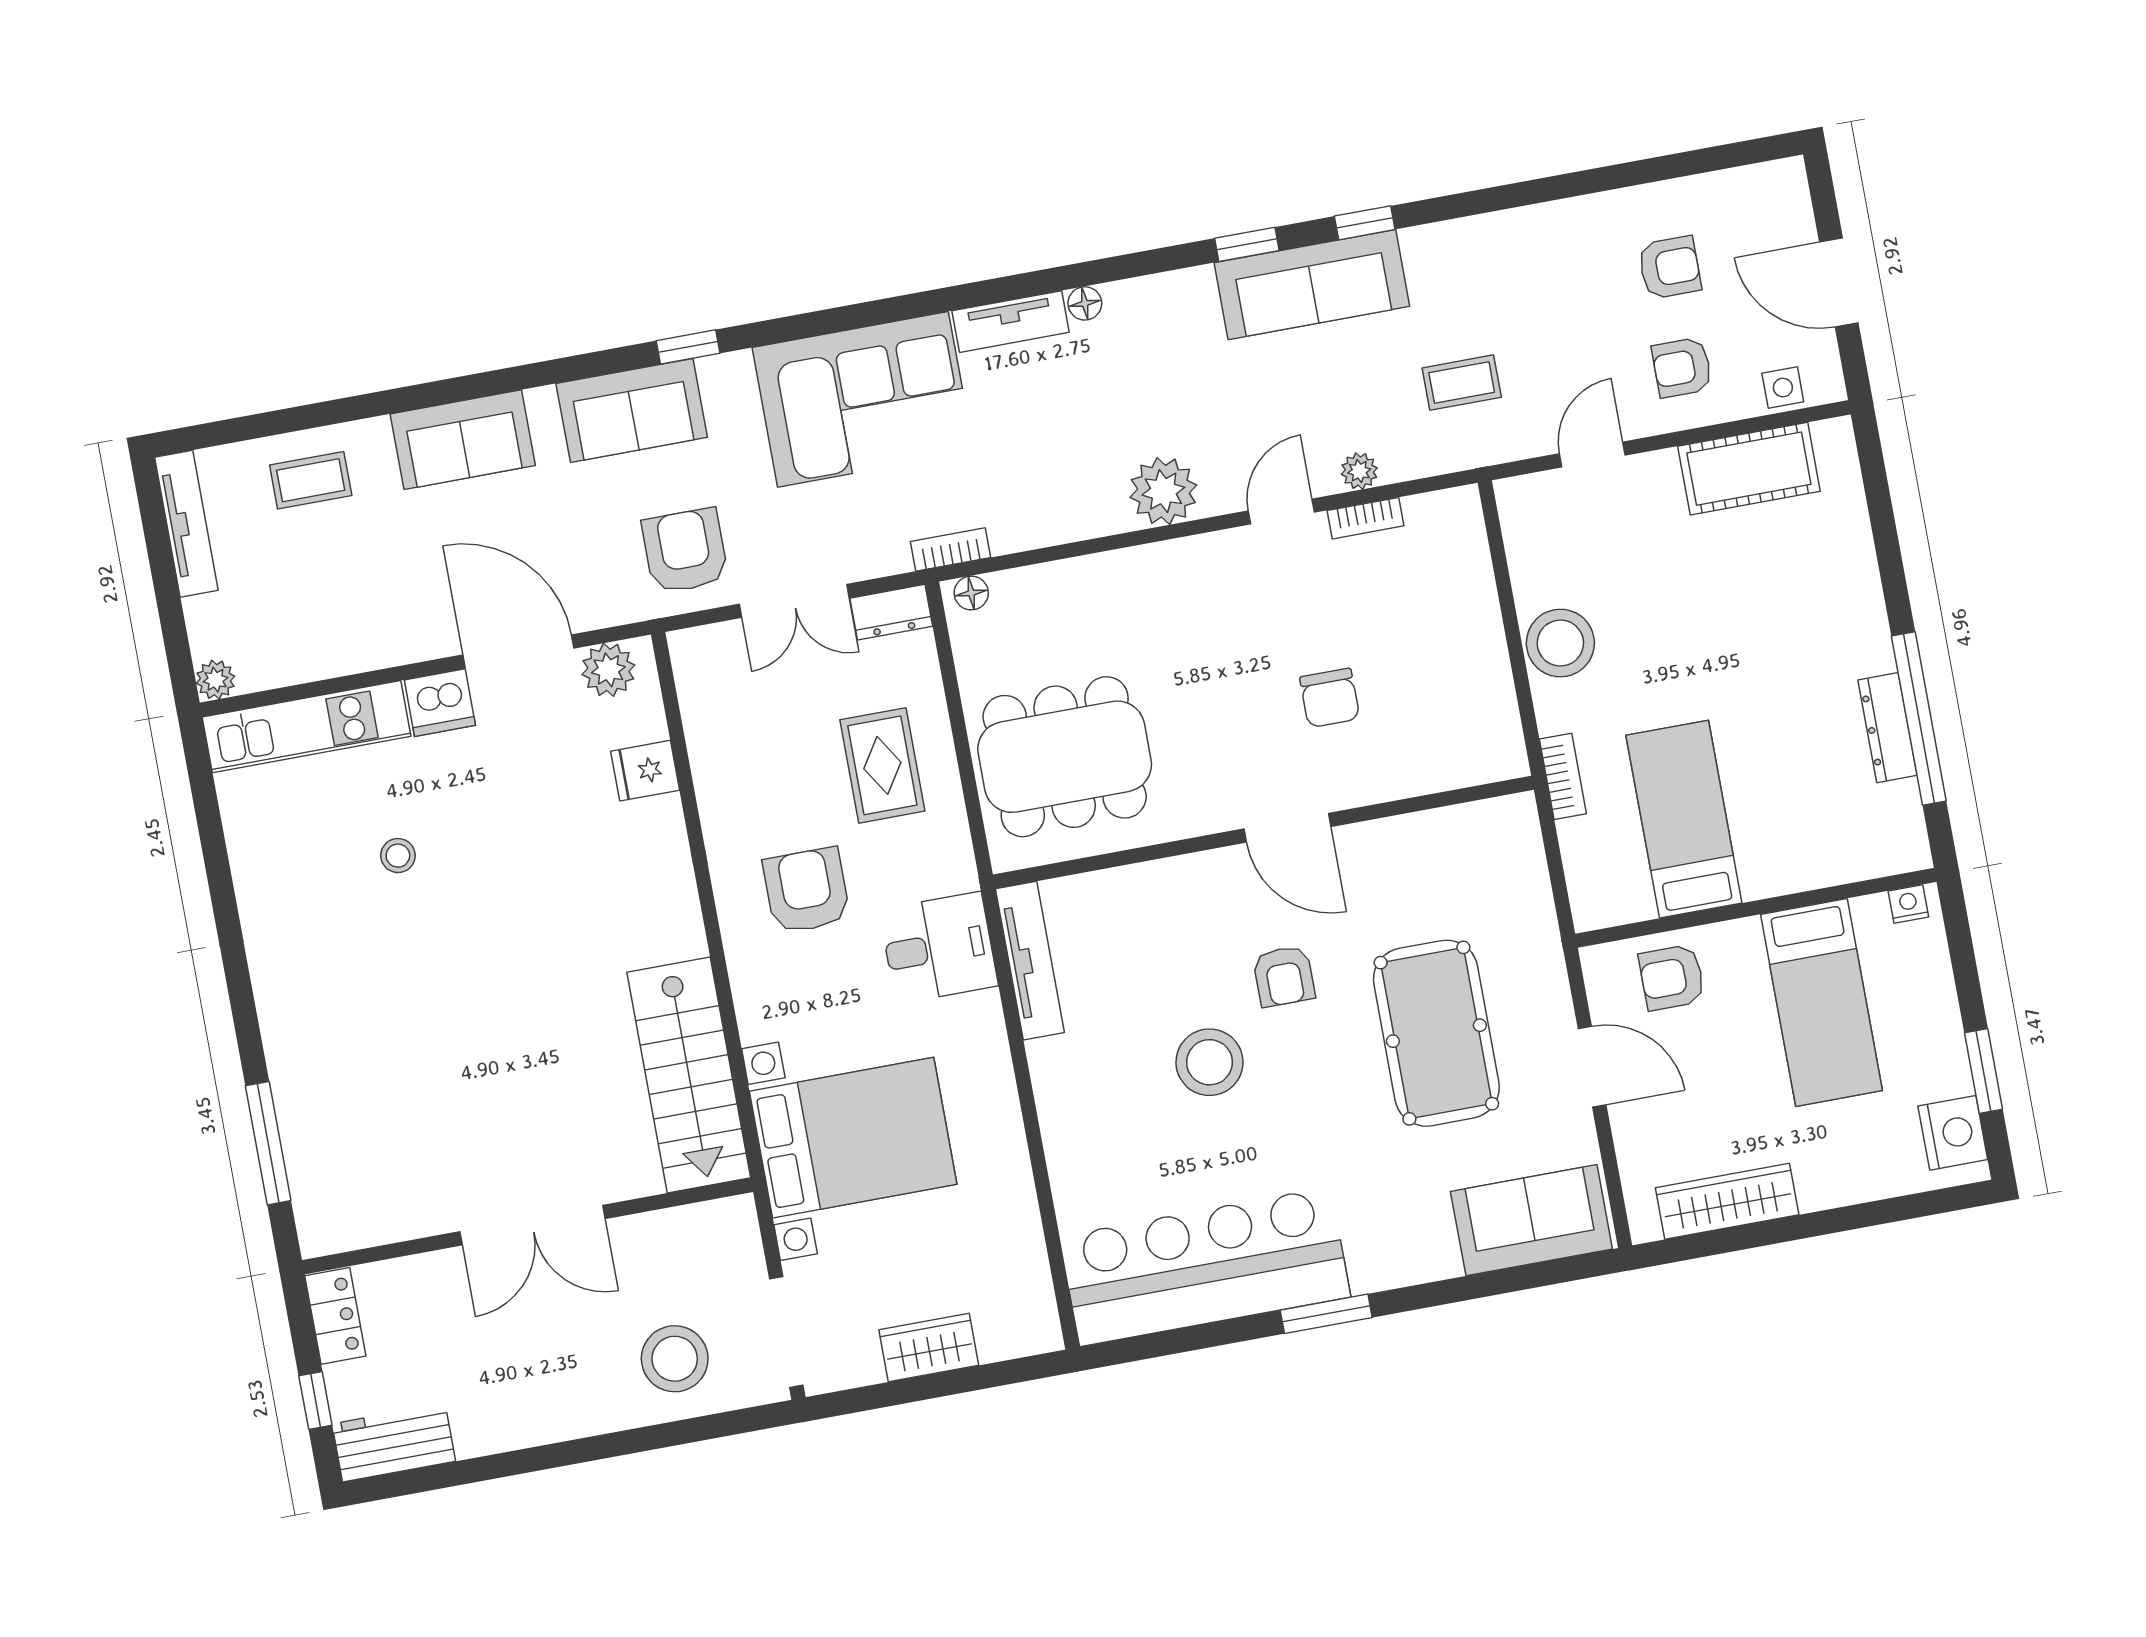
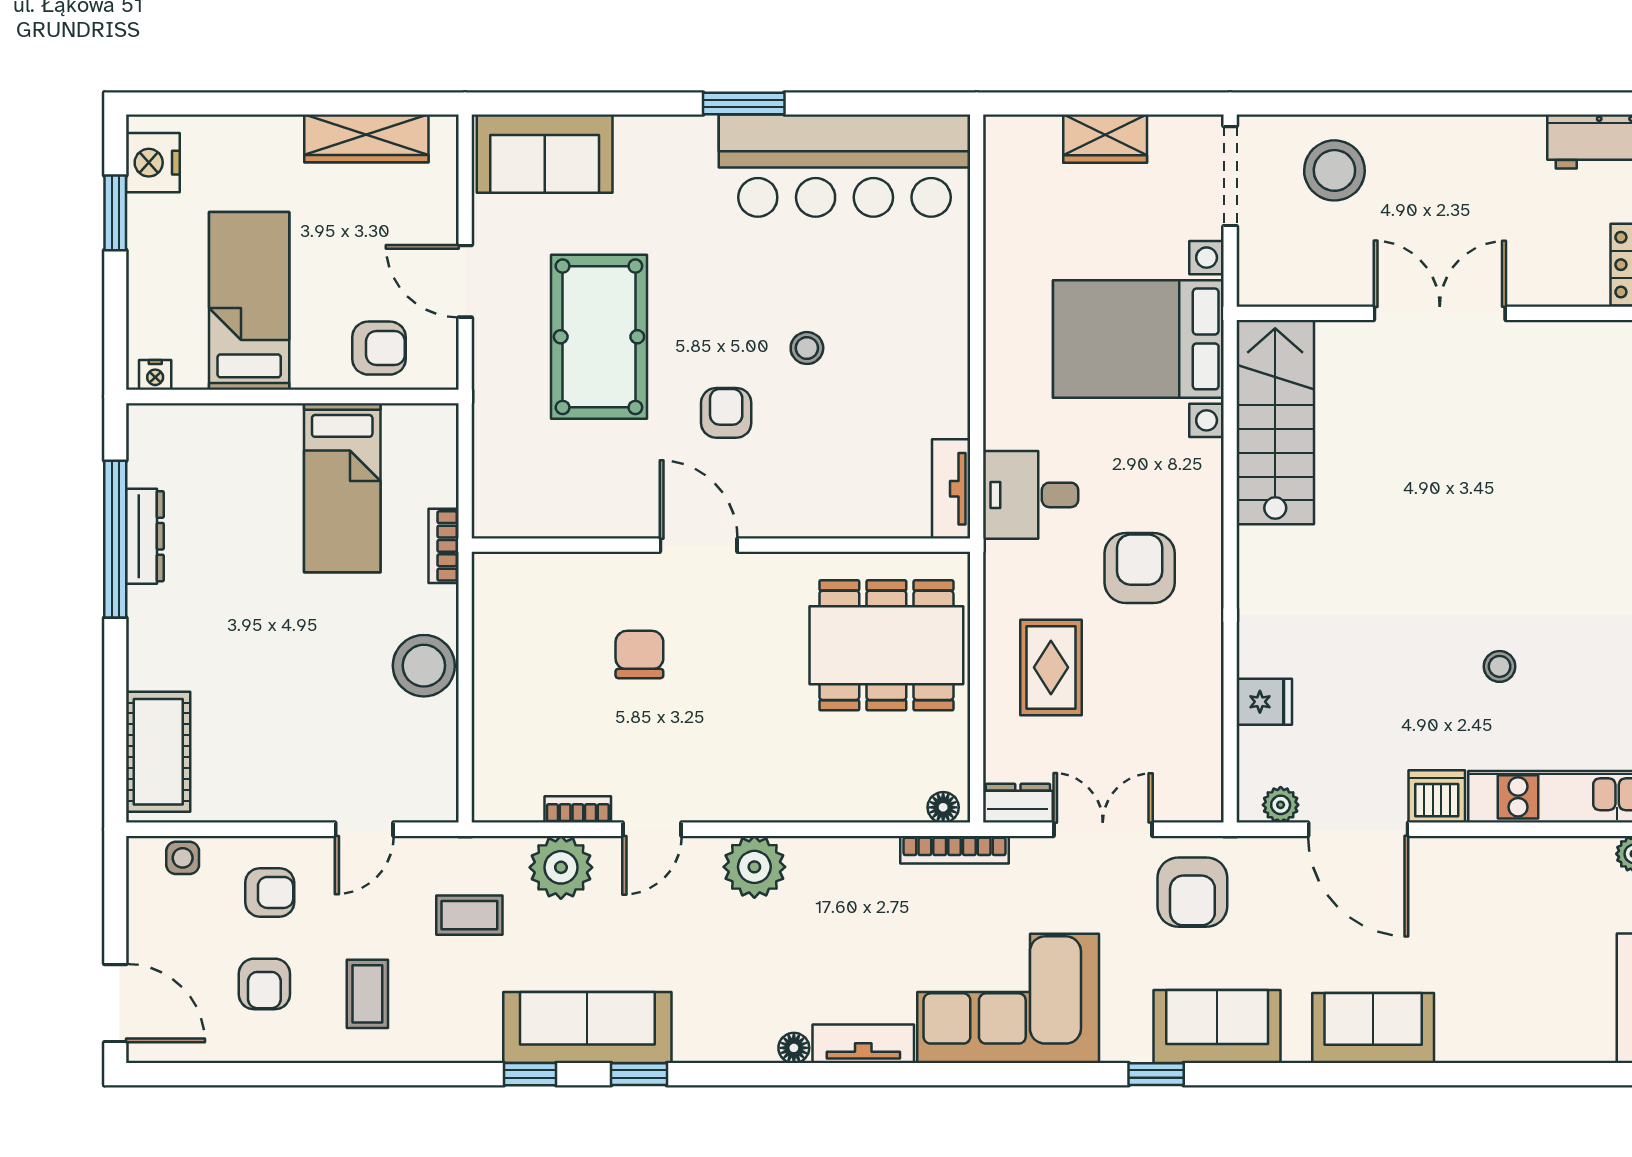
armchair: (1670, 267) -> (264, 984), turned -90
door: (1839, 282) -> (115, 1003), moved
cot: (1749, 469) -> (158, 752), moved, turned 90
plant: (1359, 471) -> (561, 867), width x1.88, depth x1.88
coffee table: (311, 480) -> (367, 994), moved, turned 90
bookcase: (950, 549) -> (955, 850), width x1.56
plant: (608, 670) -> (1281, 805), width x0.73, depth x0.73
armchair: (806, 891) -> (1140, 568), turned 180
tv unit: (1030, 961) -> (951, 489), width x0.71
stool: (1209, 1062) -> (807, 348), width x0.53, depth x0.53

